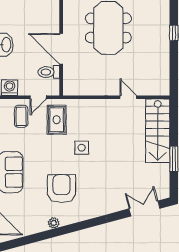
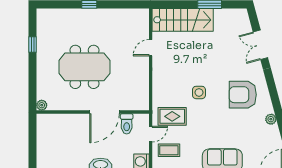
door: (38, 97) -> (151, 134), hinge flipped
armchair: (61, 189) -> (243, 95), moved
double door: (145, 209) -> (260, 45), moved

